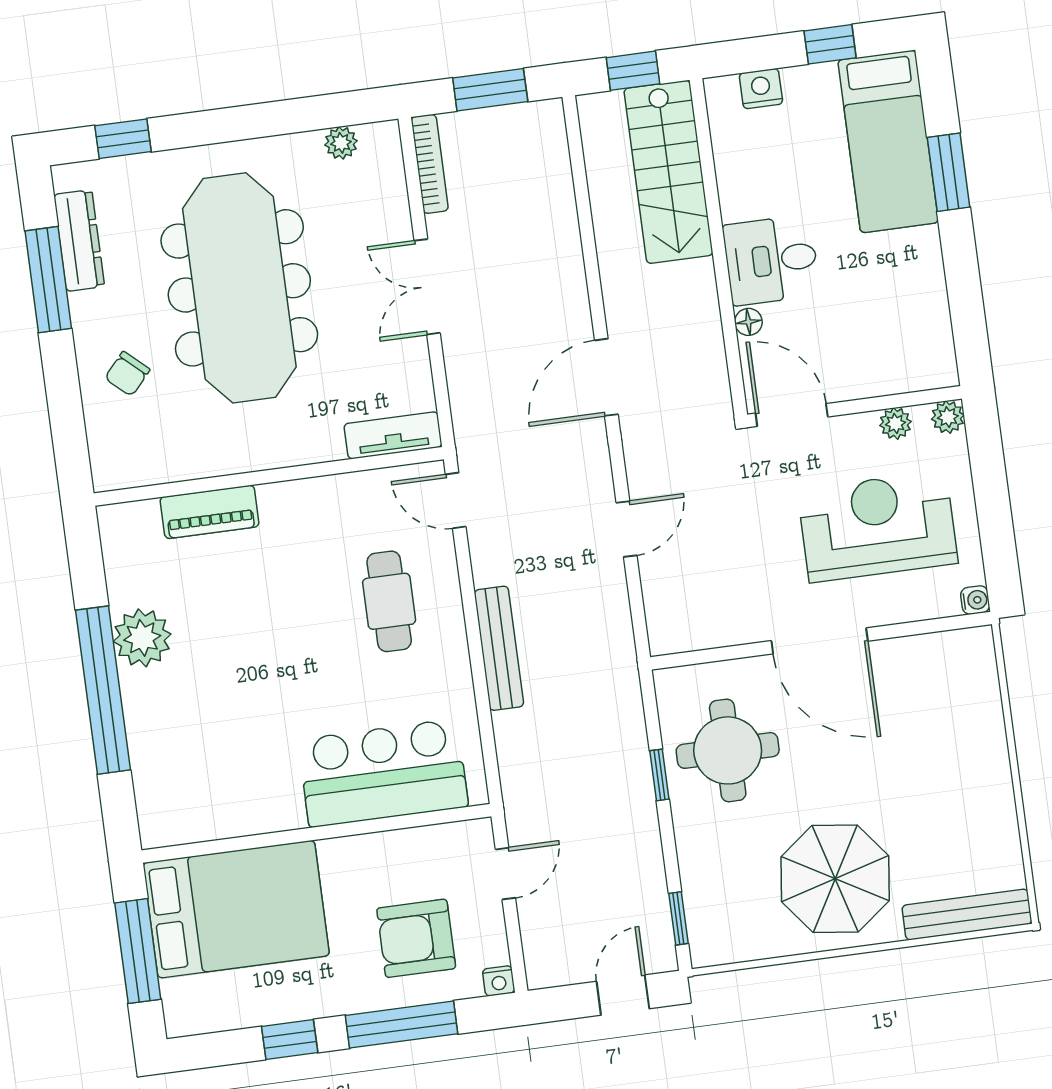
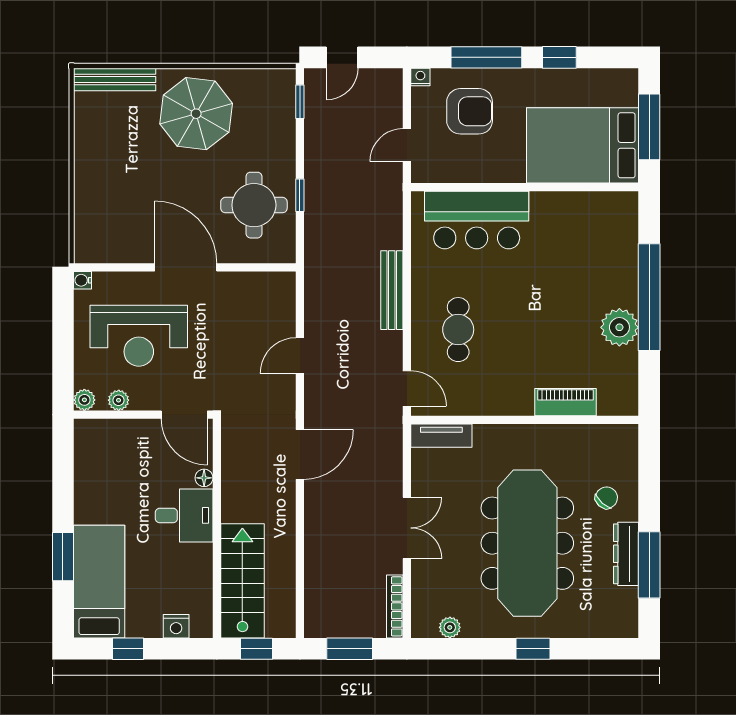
window: (123, 139) -> (533, 649), moved
dresser: (79, 241) -> (626, 554), moved

